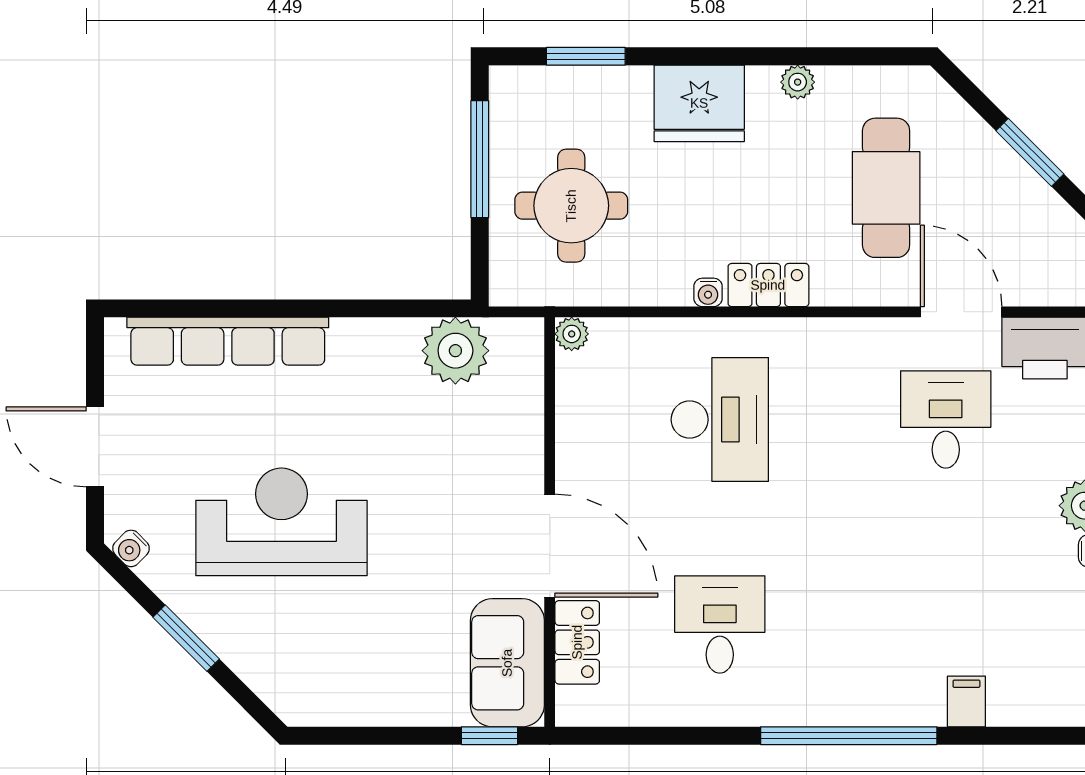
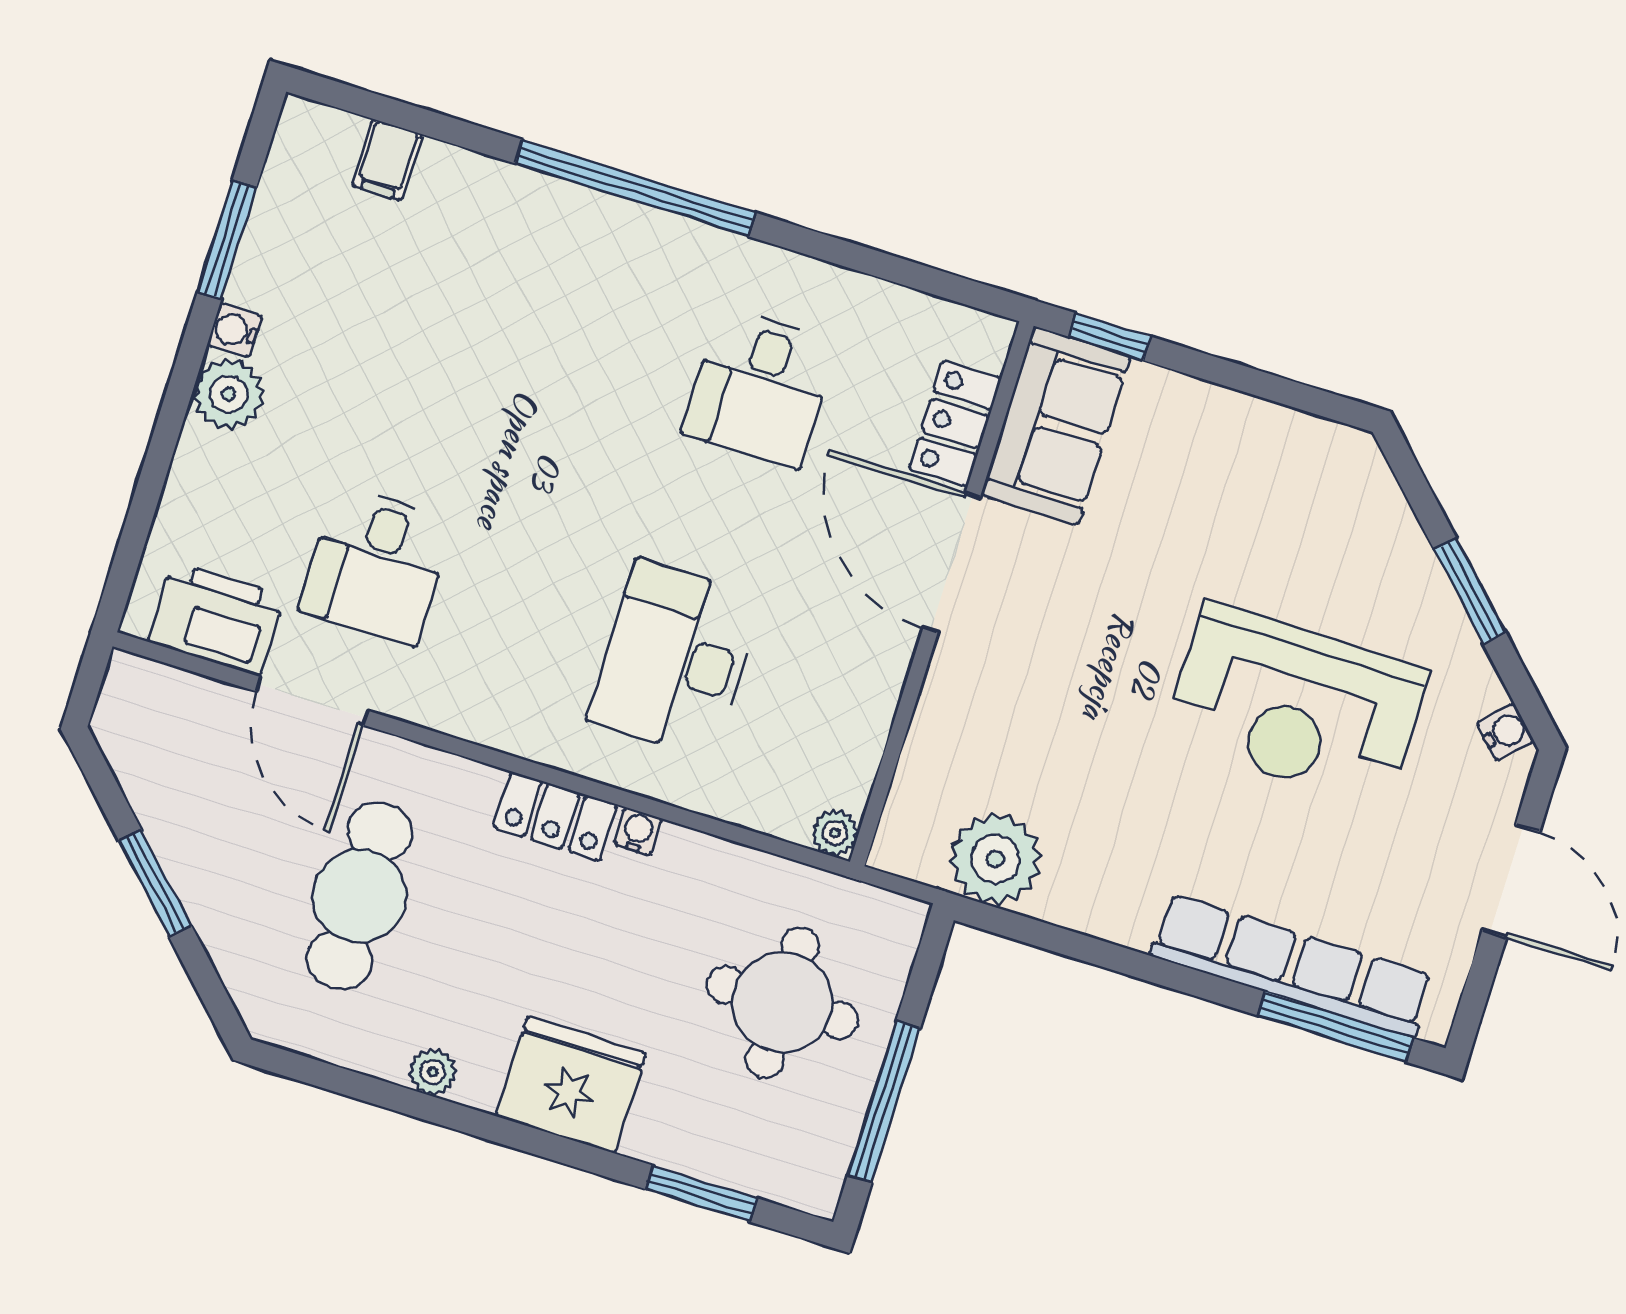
window: (184, 308) -> (1336, 1027), added
filing cabinet: (966, 701) -> (387, 160), moved

